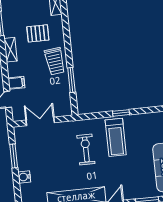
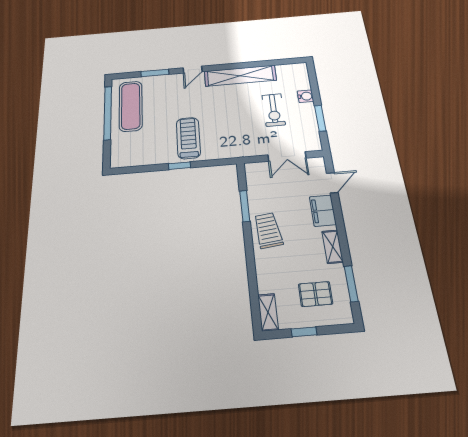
pallet: (38, 33) -> (315, 294), moved
filing cabinet: (16, 83) -> (323, 211), width x2.00
exercise bike: (86, 149) -> (274, 110), moved

